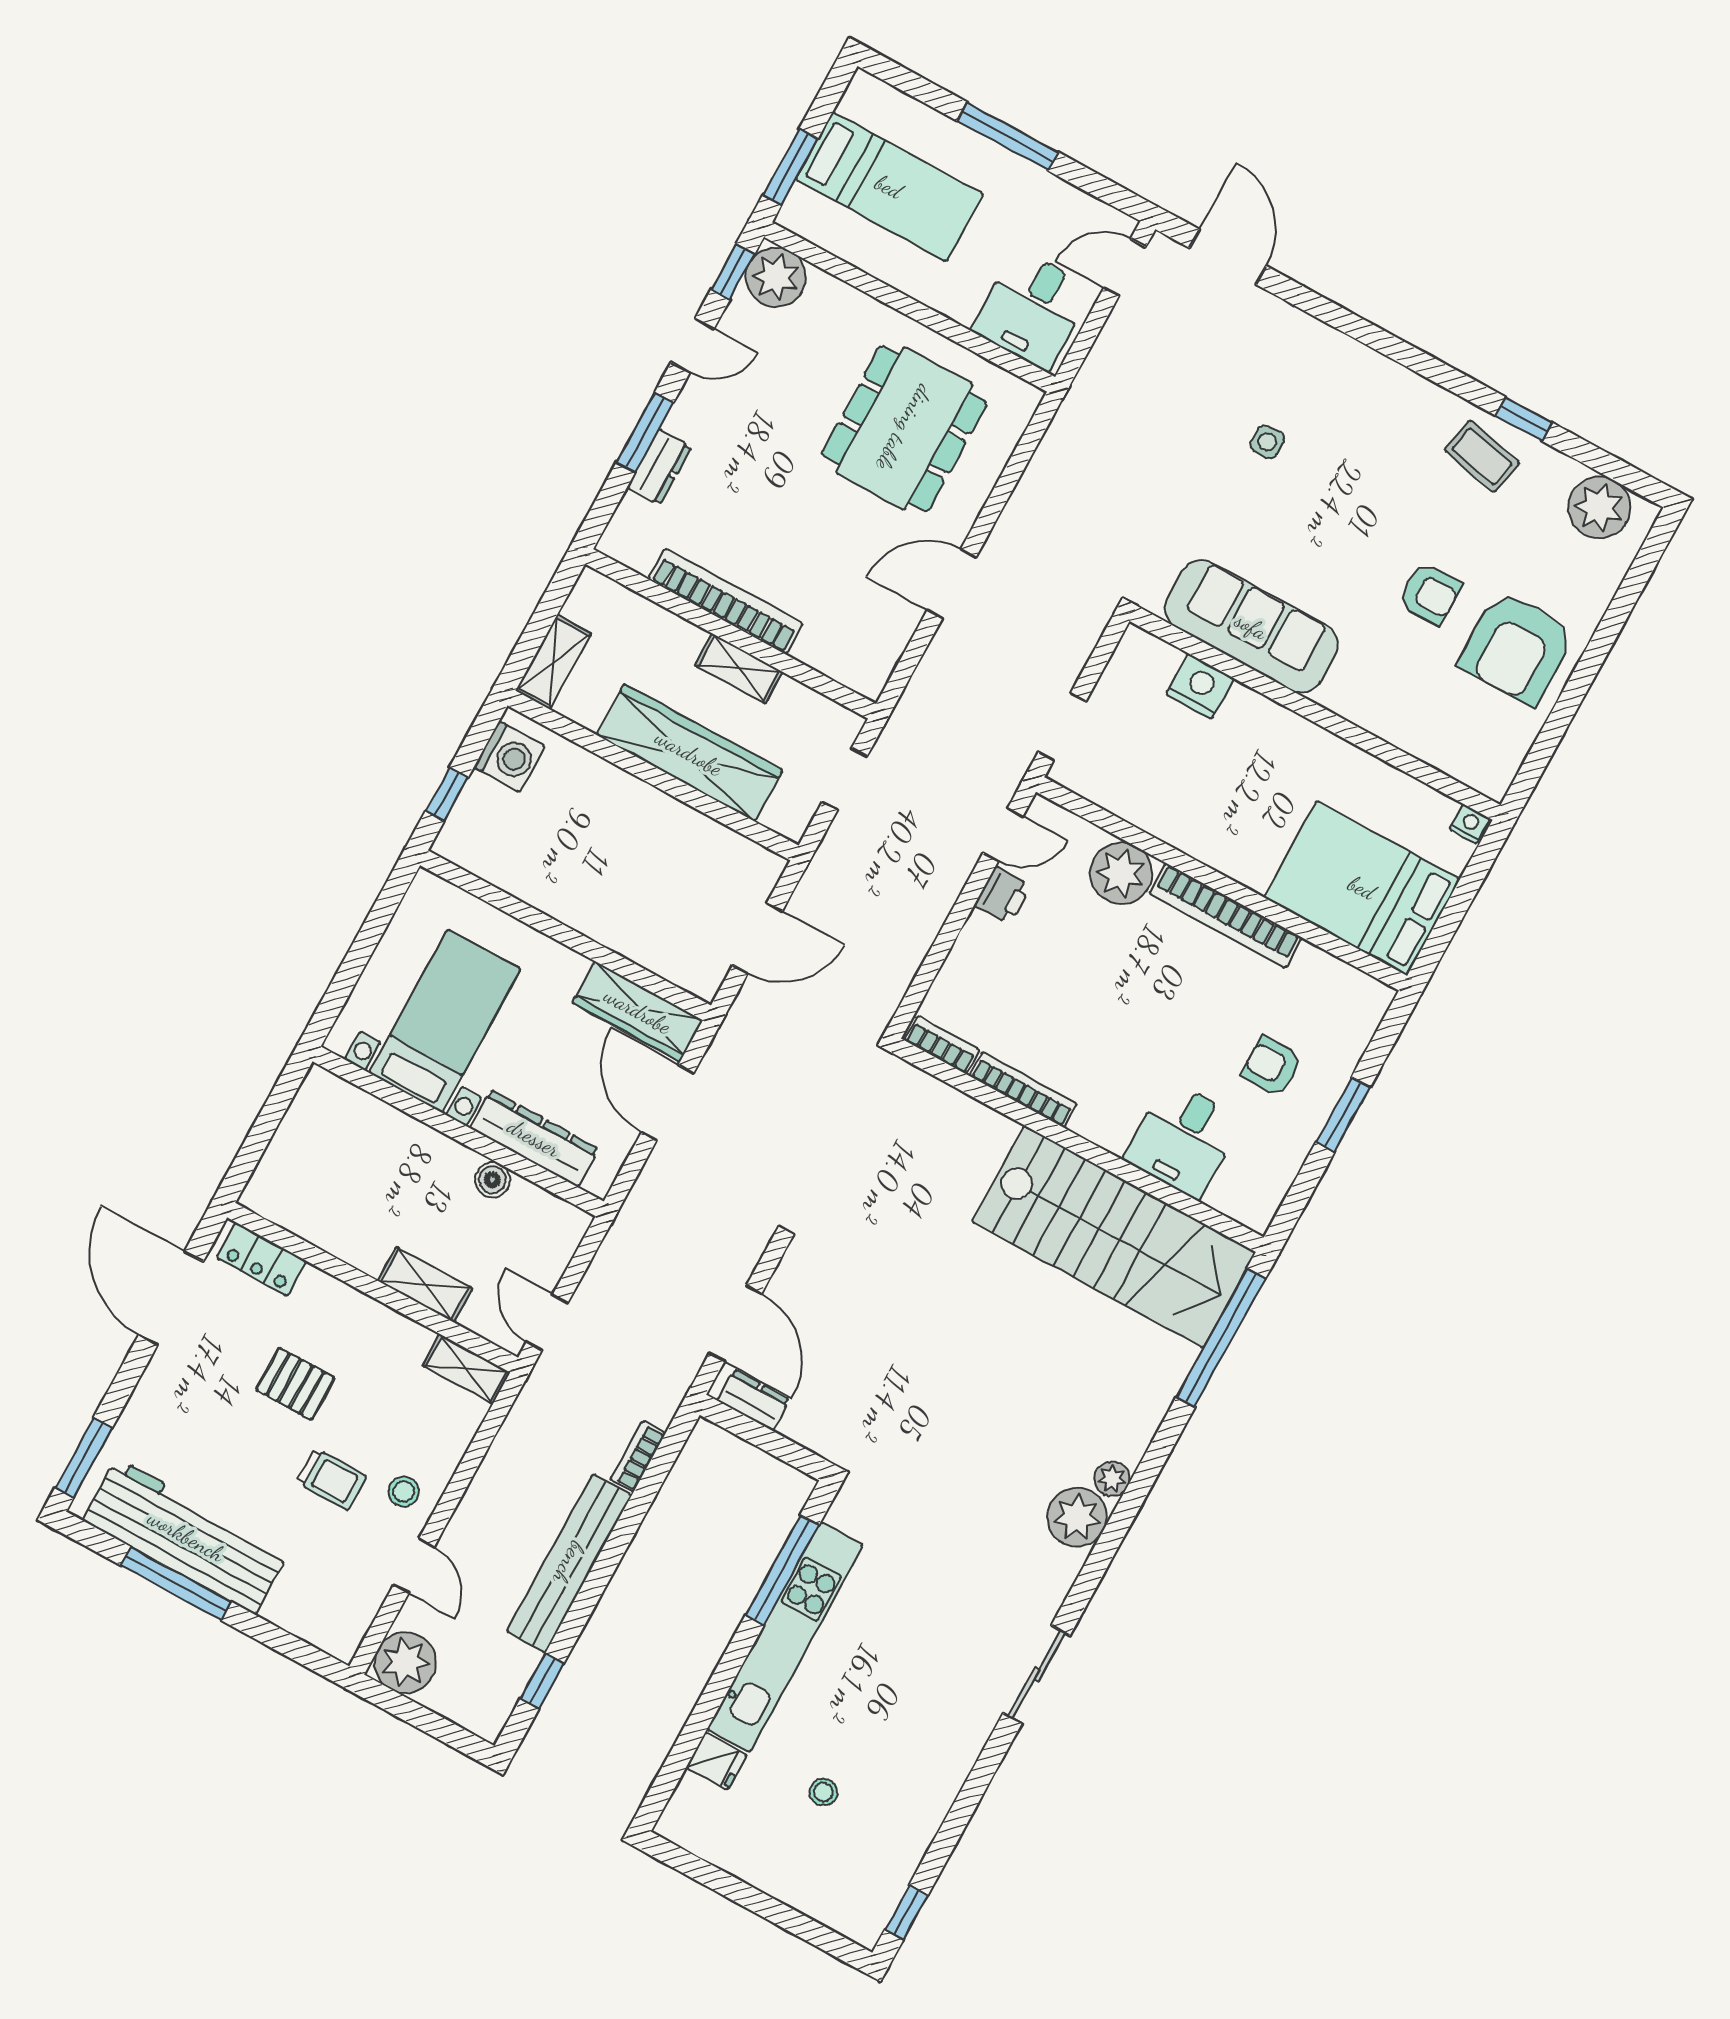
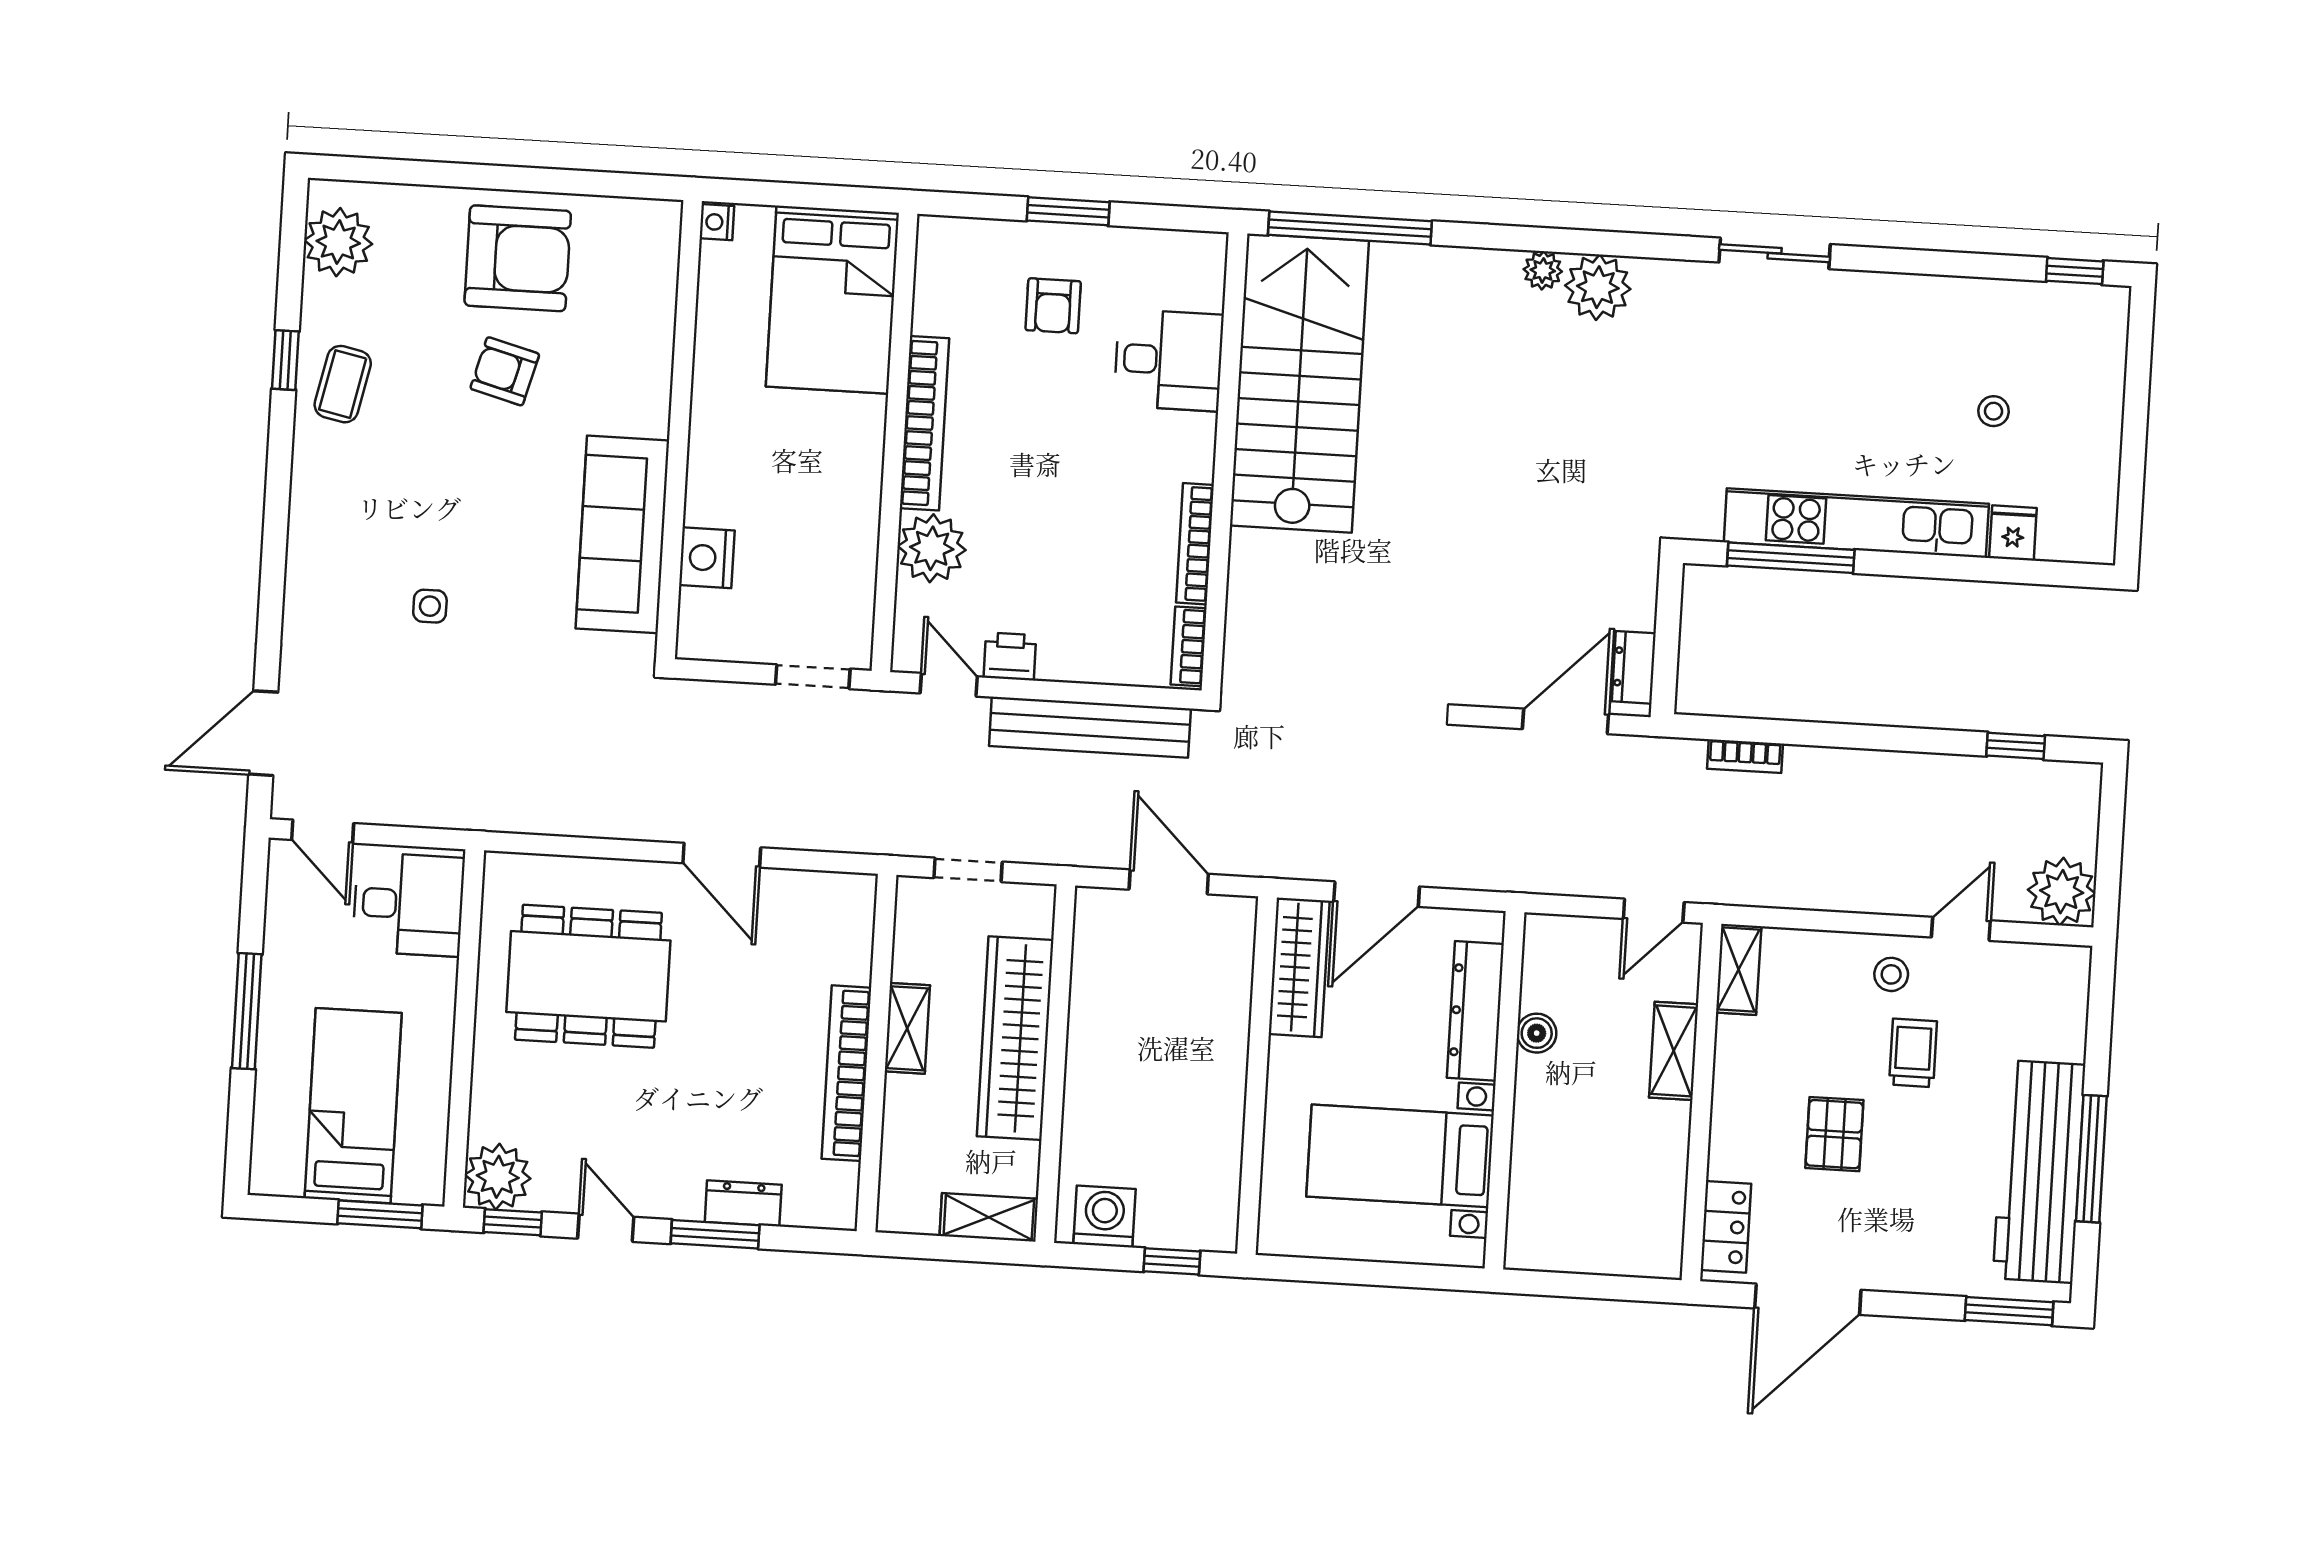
armchair: (1430, 593) -> (505, 371), turned -75
bench: (569, 1563) -> (1090, 727), moved

